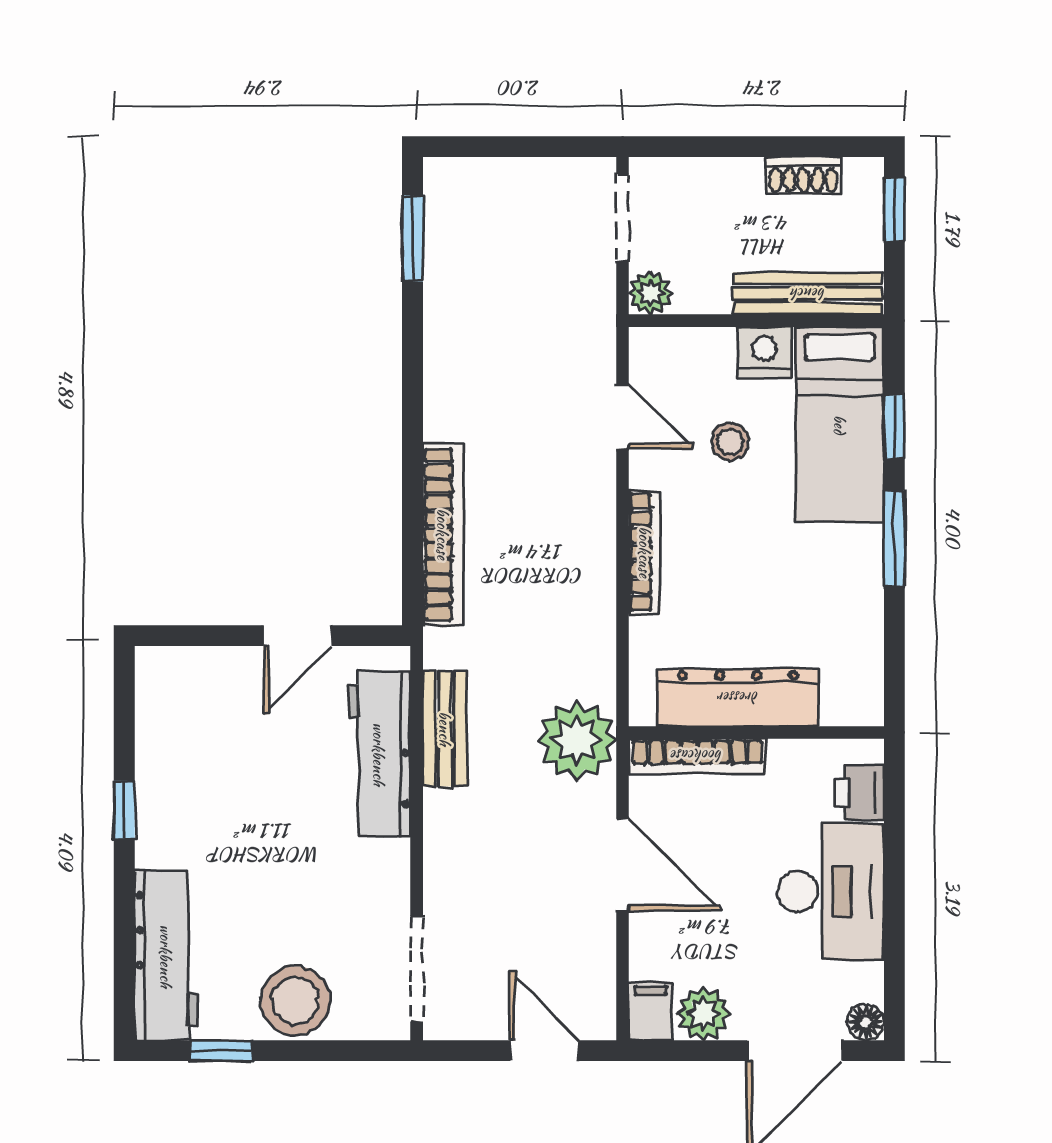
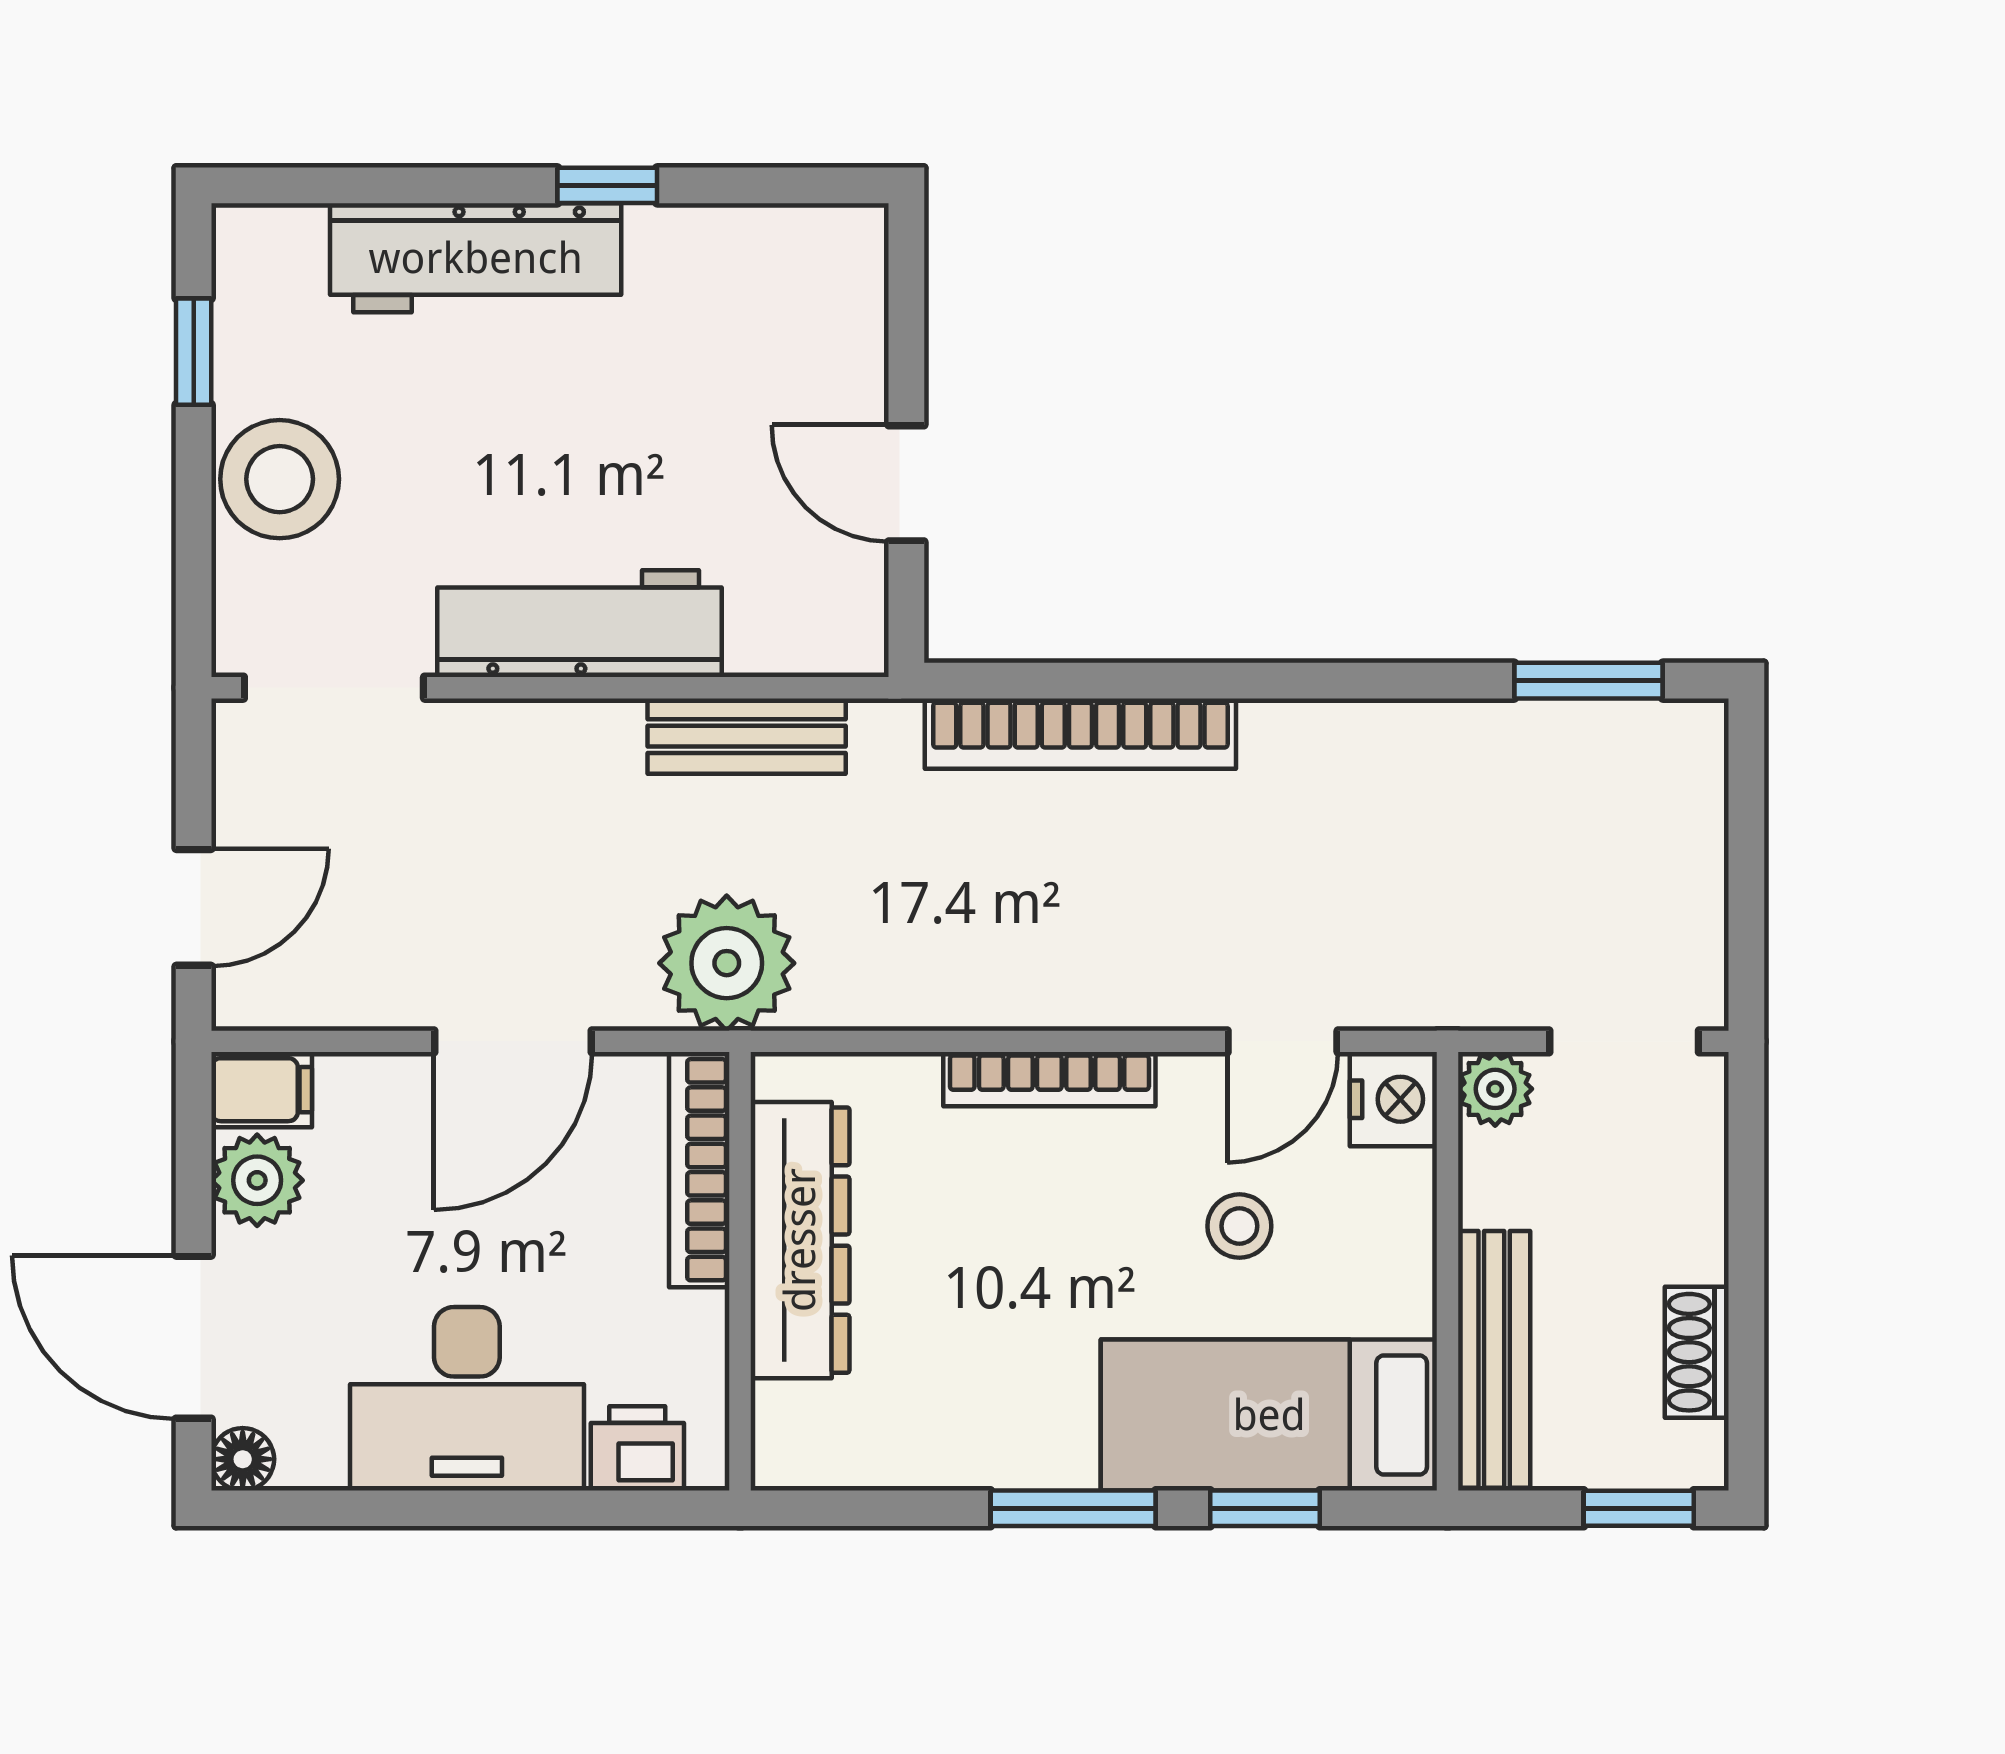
nightstand: (764, 352) -> (1393, 1099), moved
workbench: (379, 754) -> (580, 624), moved
workbench: (166, 956) -> (476, 258), moved

